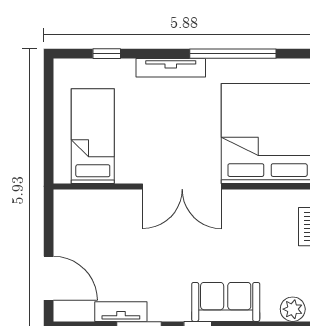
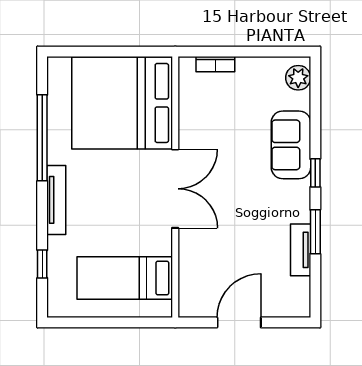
door: (49, 278) -> (239, 322), moved

